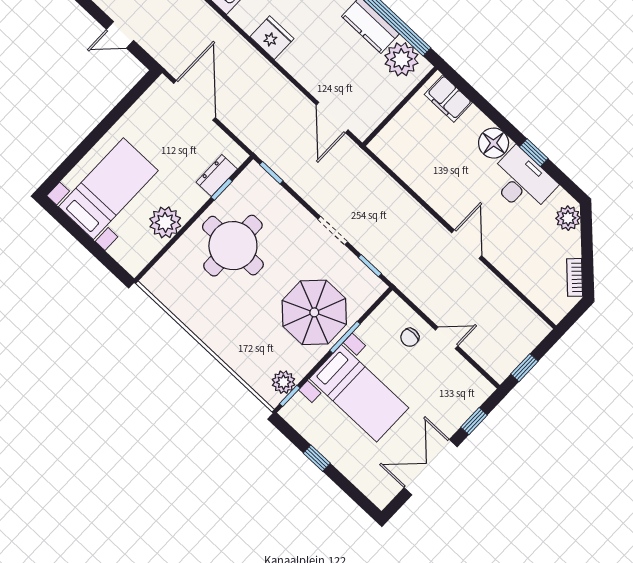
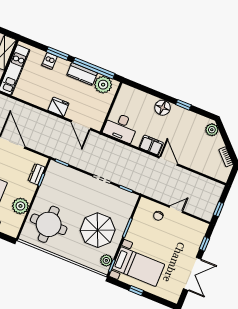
fridge: (272, 38) -> (58, 107), moved
filing cabinet: (448, 99) -> (151, 145), moved, turned 180
desk: (522, 181) -> (121, 127), moved, turned 180
round table: (233, 246) -> (49, 224), moved
parasol: (314, 312) -> (98, 230), moved
bed with nightstands: (359, 393) -> (138, 267), moved
double door: (431, 467) -> (192, 274), swing flipped

